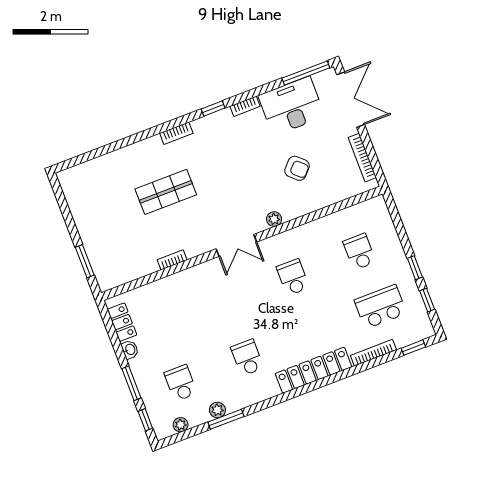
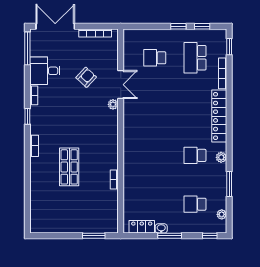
desk: (292, 106) -> (45, 71), width x0.73
double door: (236, 245) -> (121, 85), moved
school desk: (293, 277) -> (155, 107), removed
window: (131, 383) -> (170, 236), moved
plant: (217, 410) -> (221, 157), moved

